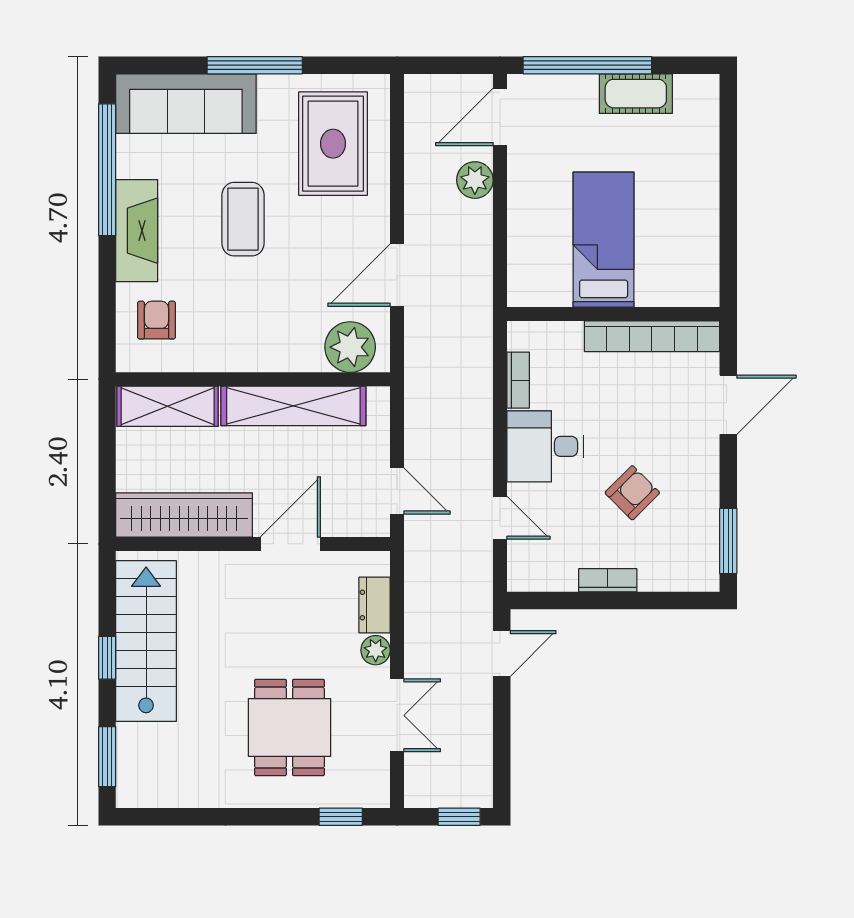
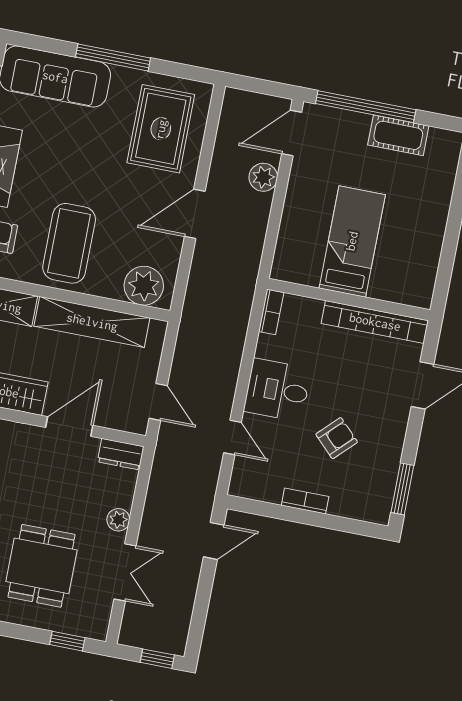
coffee table: (243, 219) -> (69, 243), moved, width x1.36, depth x1.32
door: (397, 275) -> (195, 214), moved
bookcase: (518, 380) -> (271, 312), moved
dresser: (375, 605) -> (121, 454), moved, turned -90

